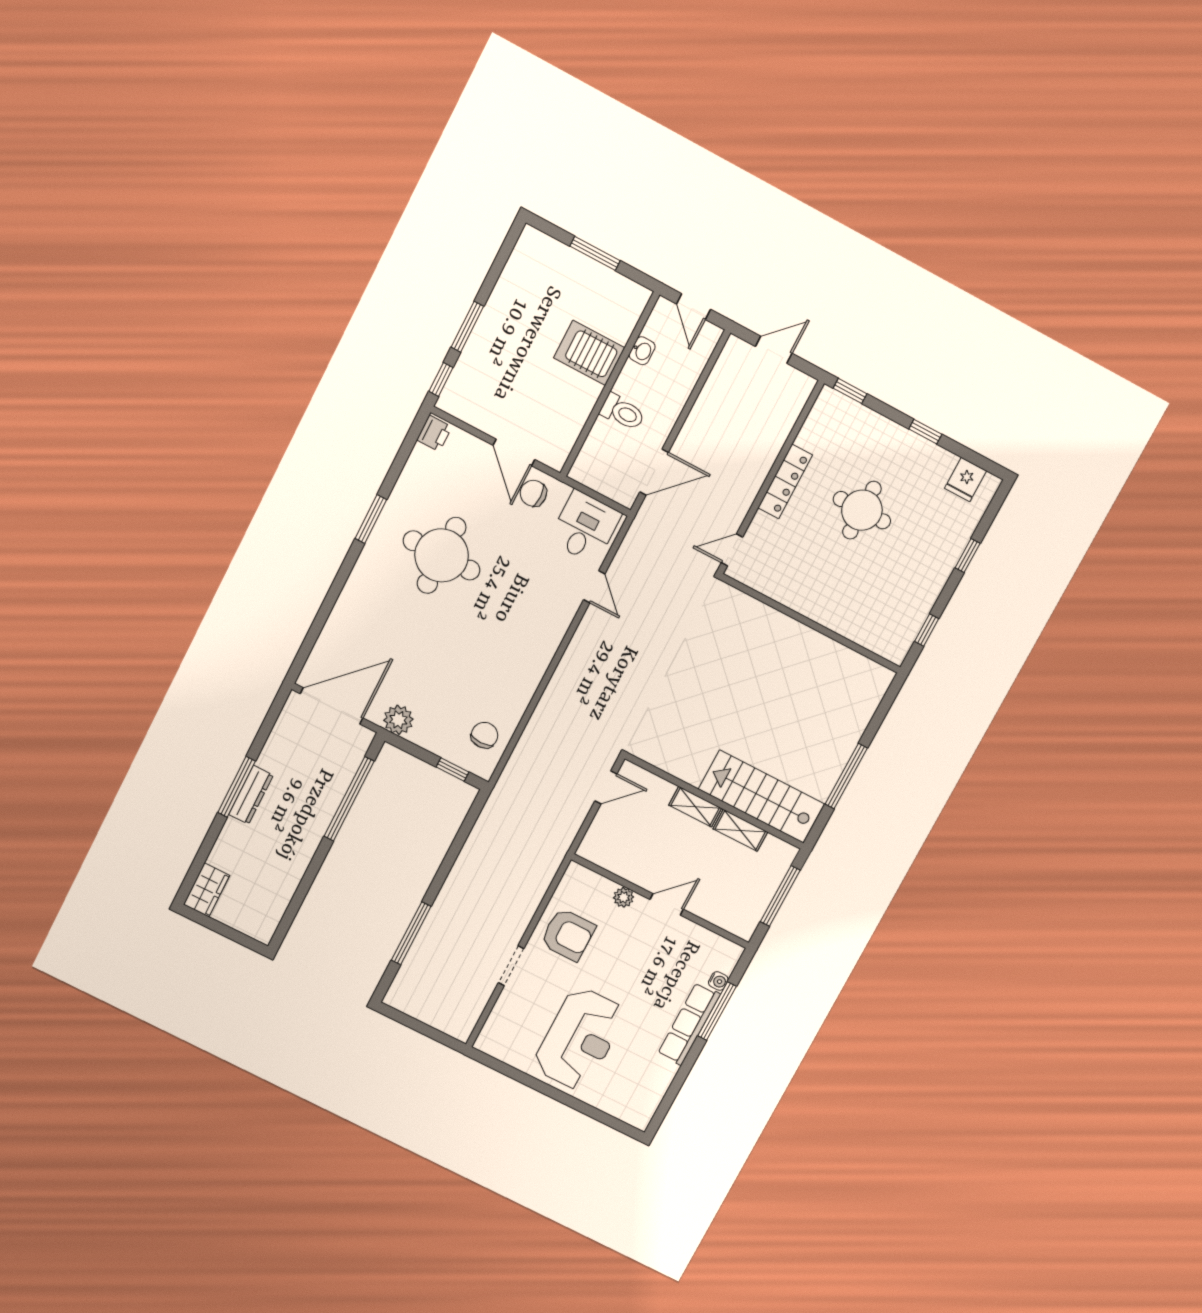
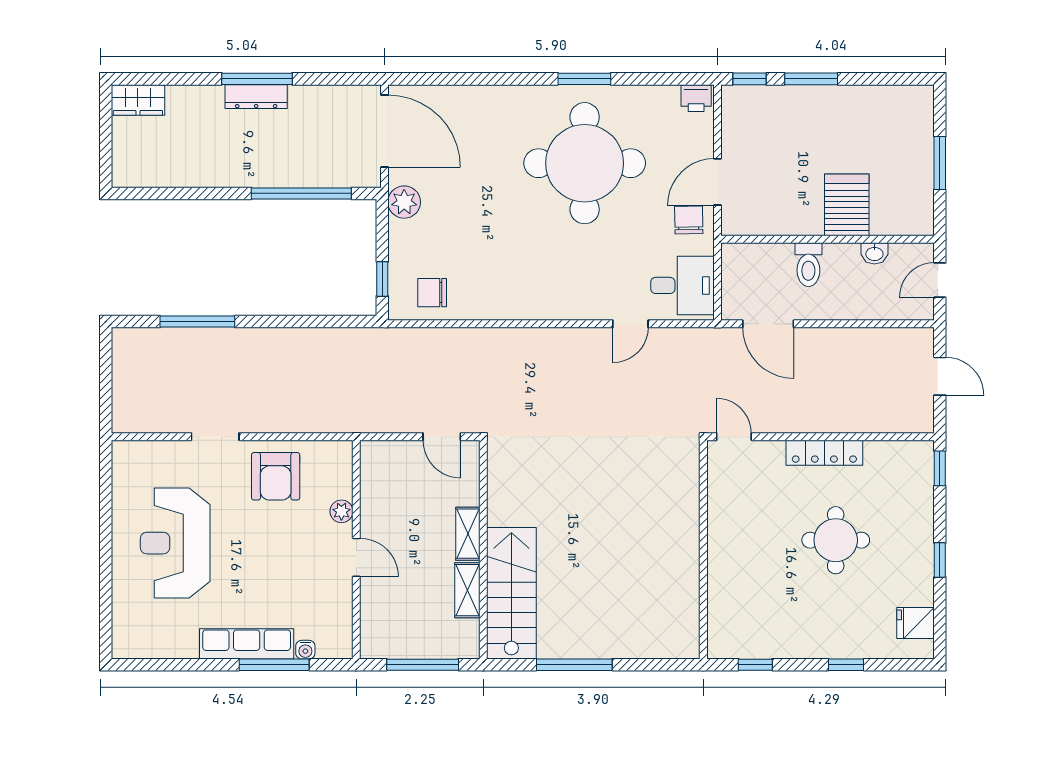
round table: (442, 555) -> (585, 163), width x1.36, depth x1.36
chair: (484, 735) -> (432, 293), turned 180
reception desk: (579, 1039) -> (175, 543), turned 90

